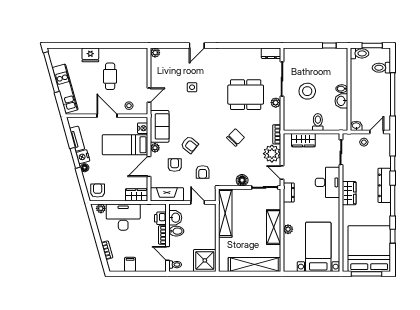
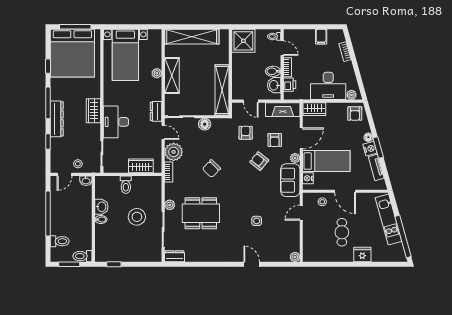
door: (197, 46) -> (252, 264), hinge flipped

